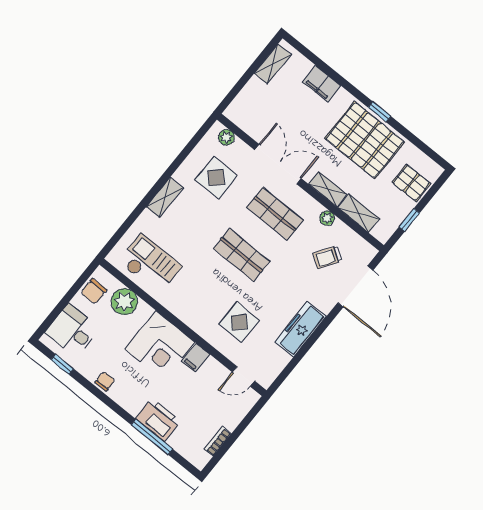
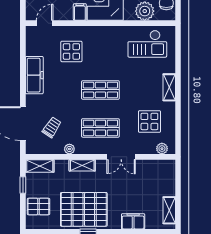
double door: (278, 164) -> (121, 157), width x0.73
shelving: (359, 213) -> (40, 166), moved

